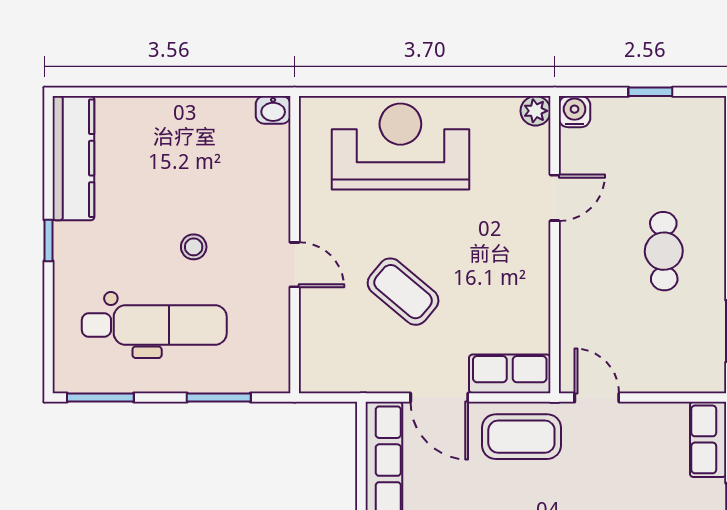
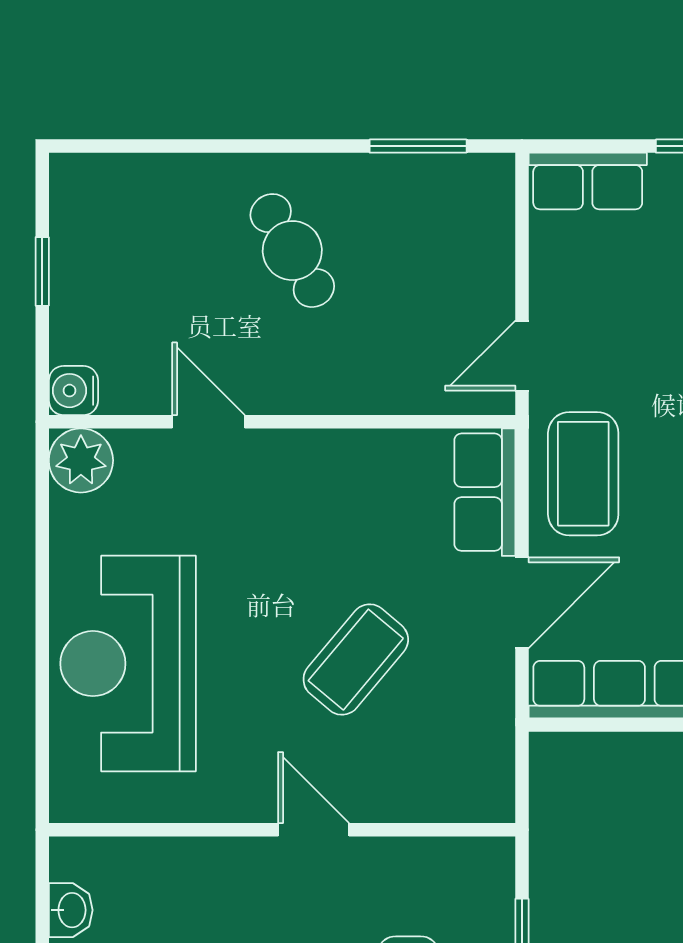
washbasin: (273, 110) -> (71, 910), moved
plant: (536, 111) -> (81, 460), width x1.38, depth x1.38
cafe table: (664, 251) -> (292, 251), turned 61
door: (295, 265) -> (314, 830), hinge flipped

